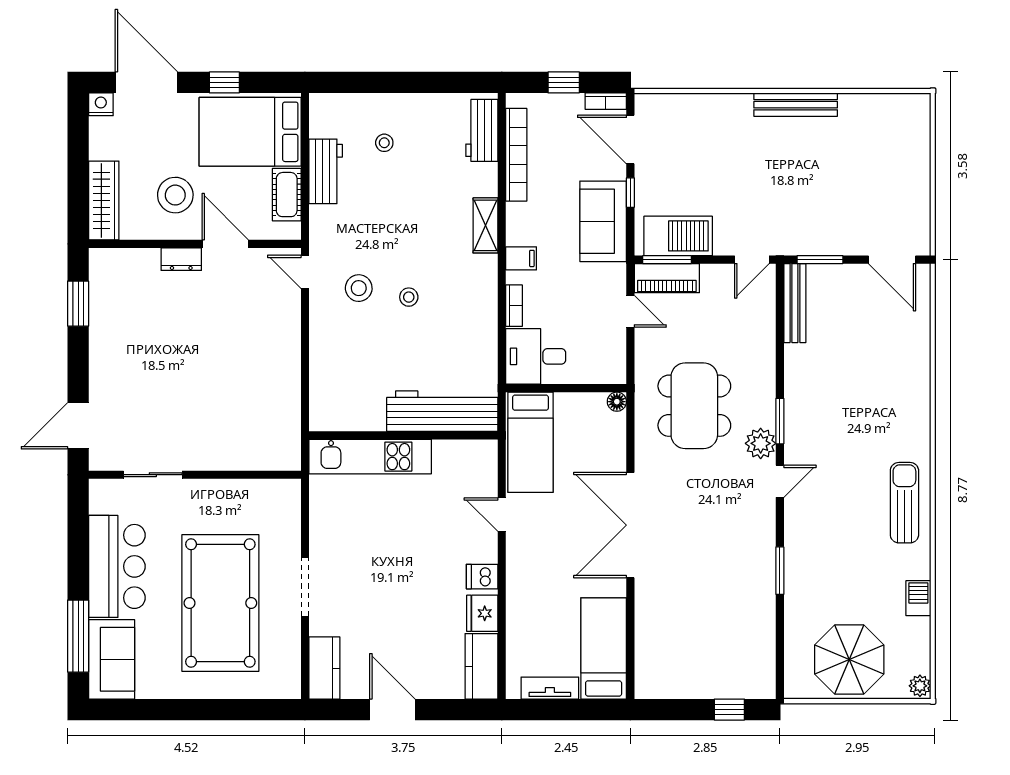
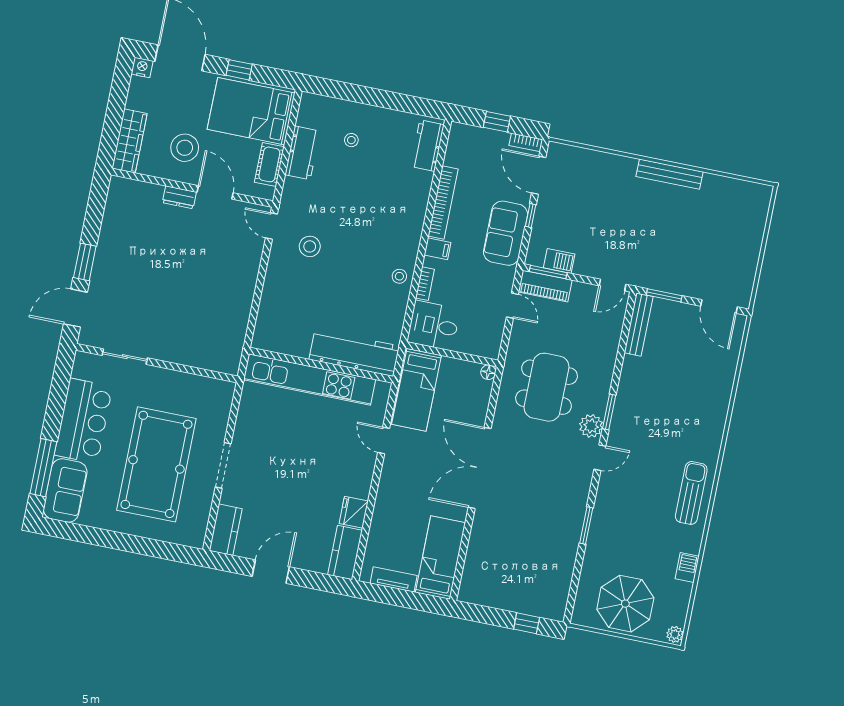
bookcase: (516, 155) -> (443, 202), moved
shelving: (485, 225) -> (416, 218), removed
barbecue: (678, 236) -> (559, 261), width x0.53, depth x0.65
stool: (409, 297) -> (399, 276), moved
window: (78, 304) -> (85, 262), moved
kitchen unit: (370, 457) -> (310, 380), width x1.36
dishwasher: (482, 577) -> (359, 484), removed
door: (392, 710) -> (271, 572), hinge flipped

